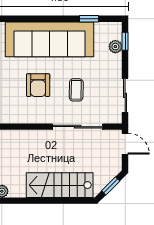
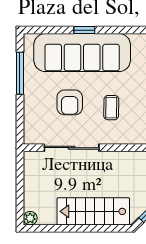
window: (89, 19) -> (84, 30), moved
sliding door: (78, 127) -> (72, 148), moved

